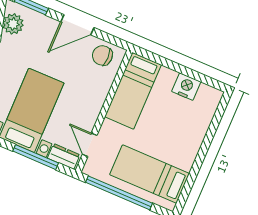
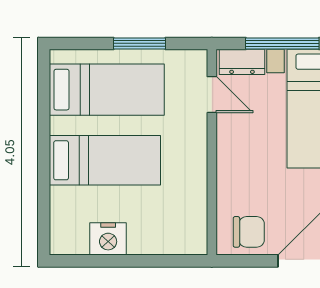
bed: (133, 91) -> (105, 160), moved, turned 90
window: (119, 193) -> (139, 43), width x0.47

